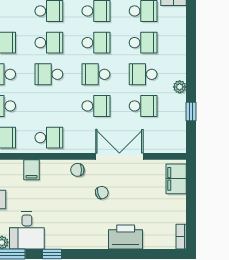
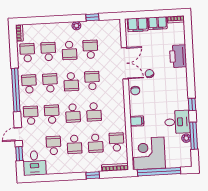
school desk: (49, 138) -> (94, 112), moved, turned 180
double door: (119, 156) -> (125, 63), swing flipped
filing cabinet: (177, 209) -> (158, 23), added

